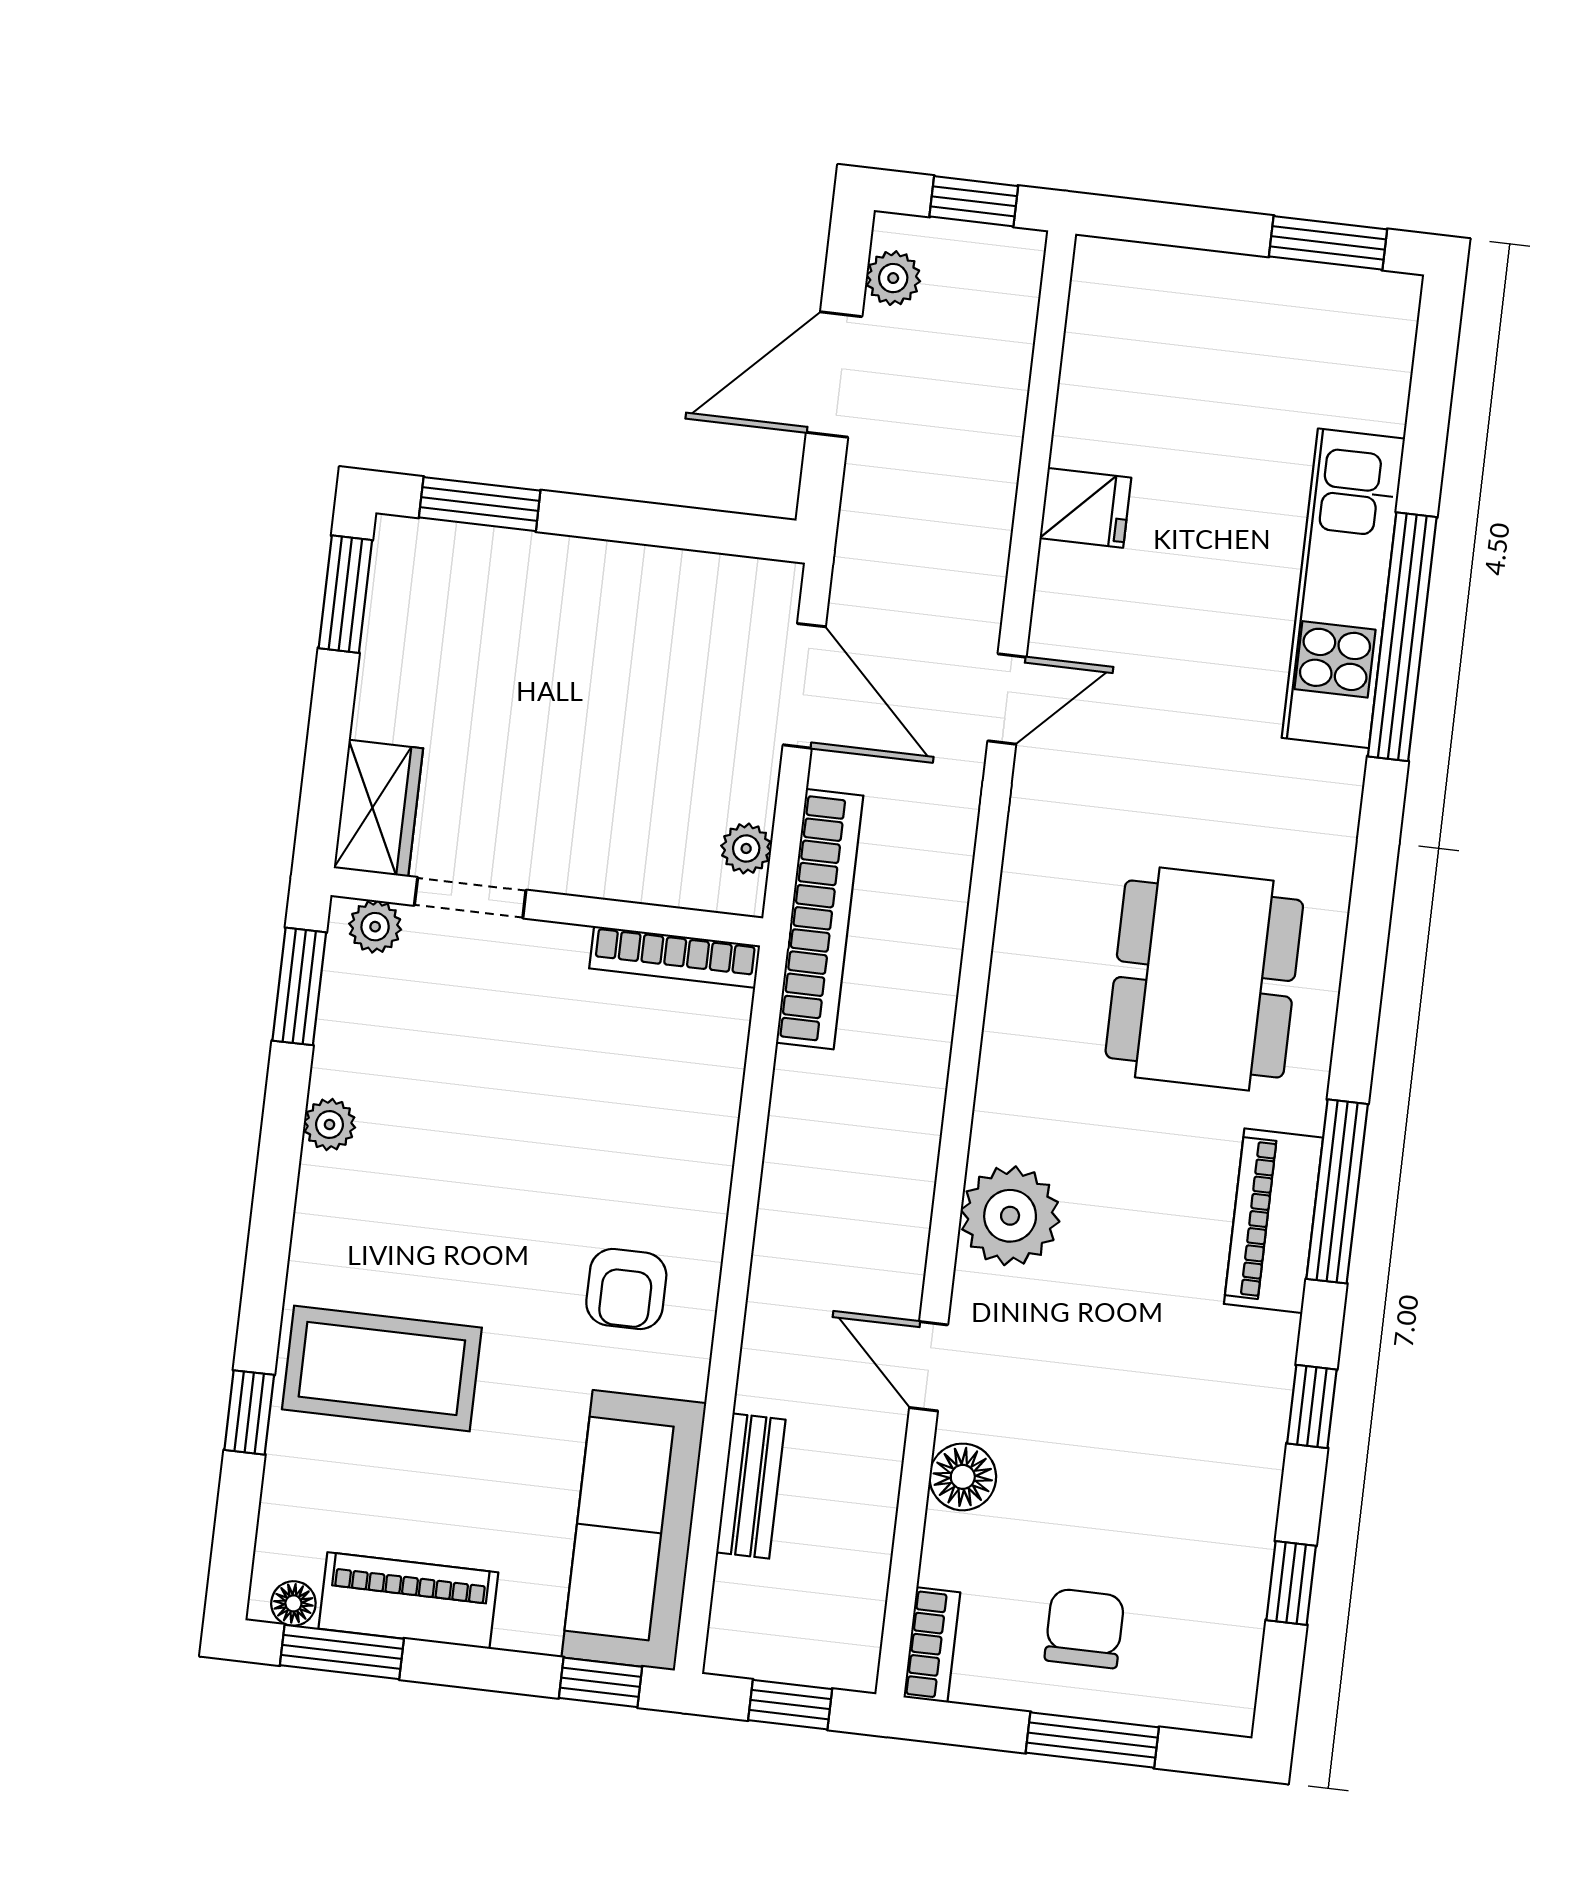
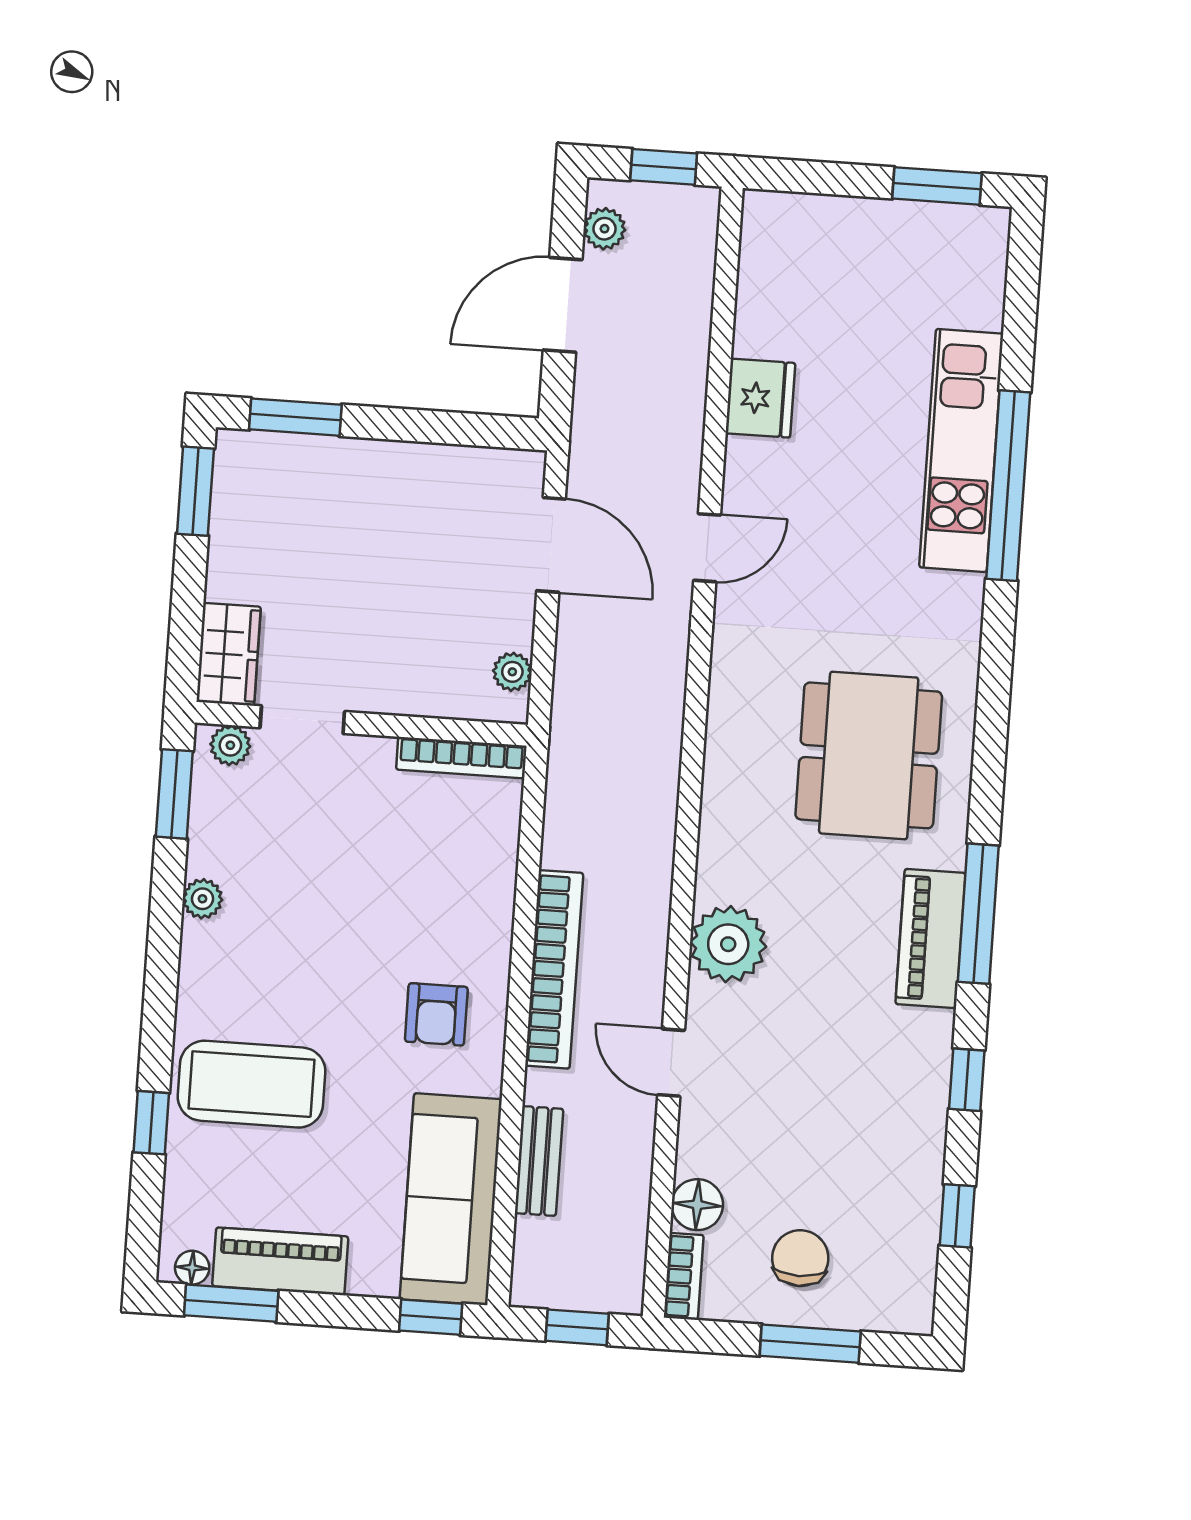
fridge: (1085, 508) -> (760, 398), width x1.38
bookcase: (820, 919) -> (554, 969), moved
floor lamp: (963, 1477) -> (697, 1205), moved

